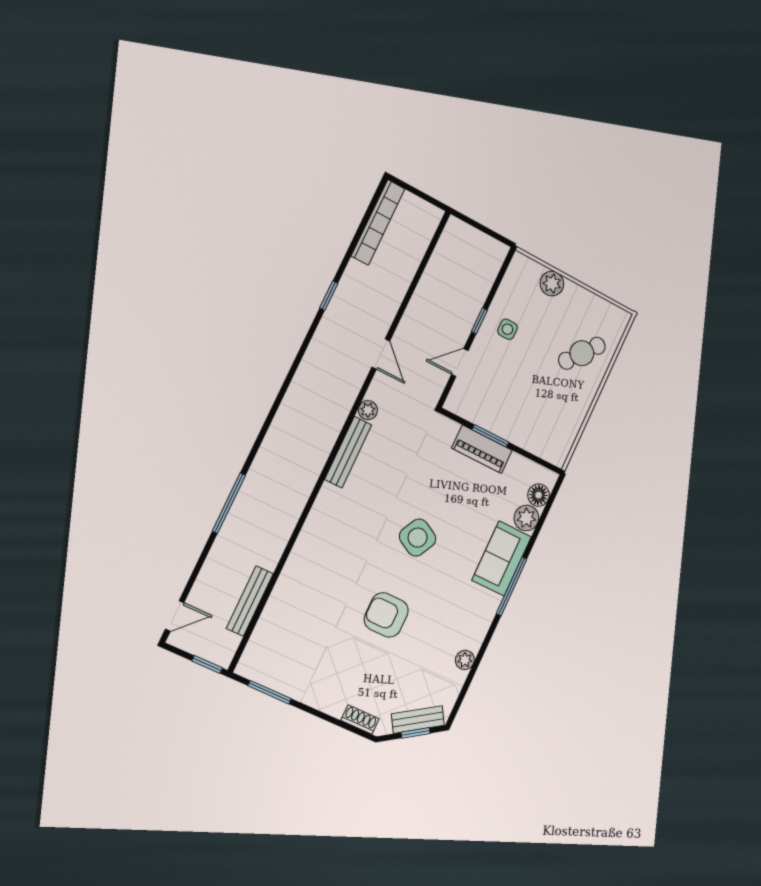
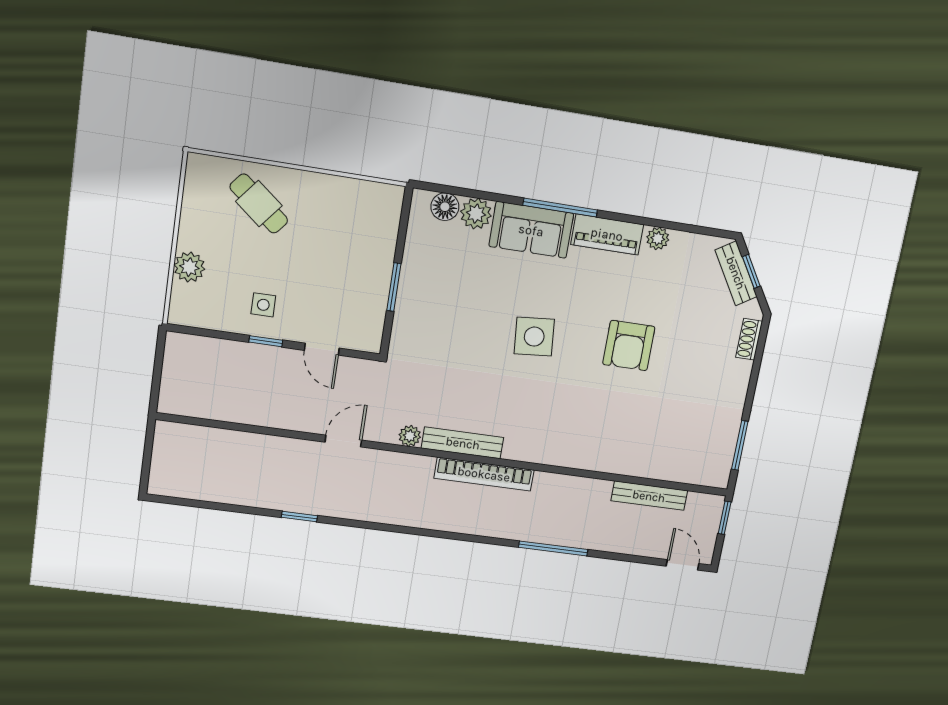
bookcase: (378, 222) -> (484, 474), moved, turned 180
piano: (482, 449) -> (607, 234), moved, turned 90
side table: (418, 538) -> (534, 337), turned -33

